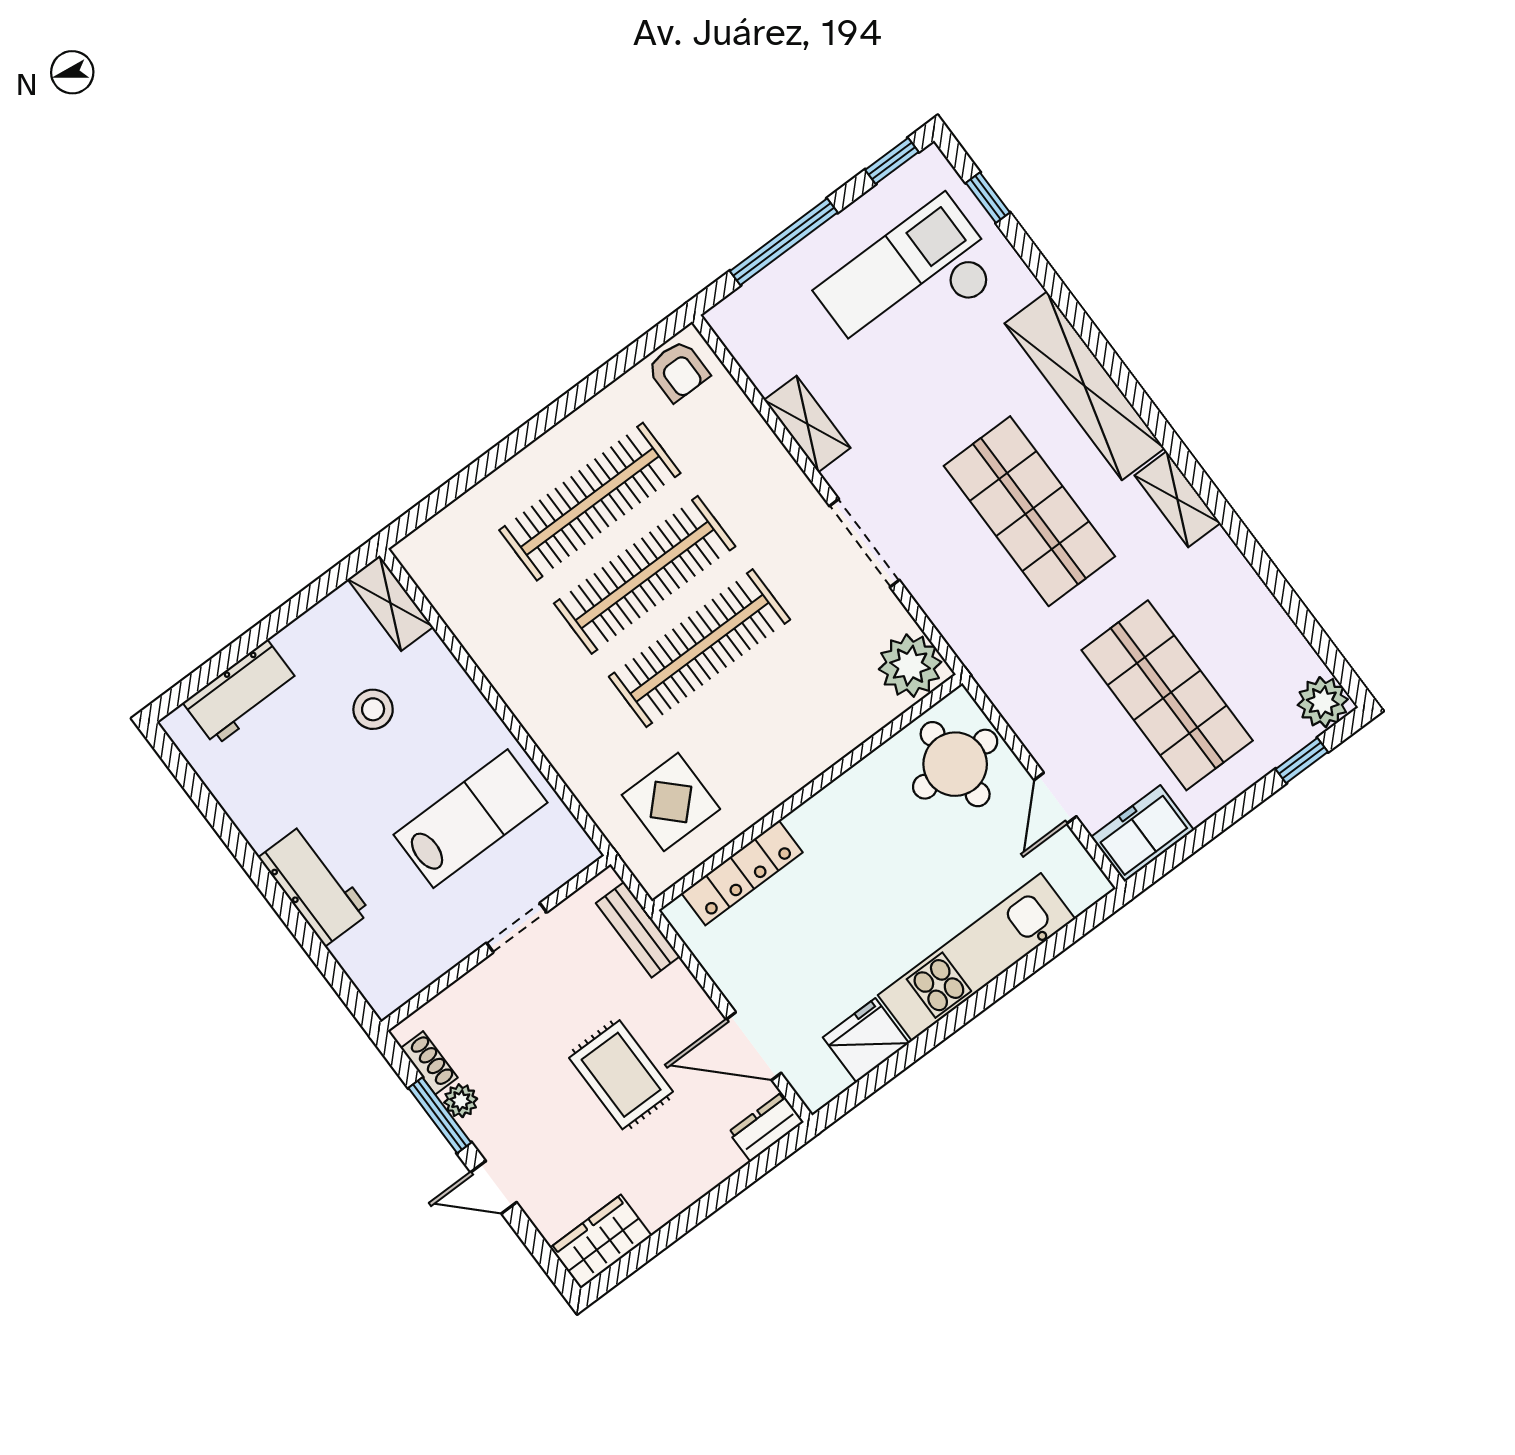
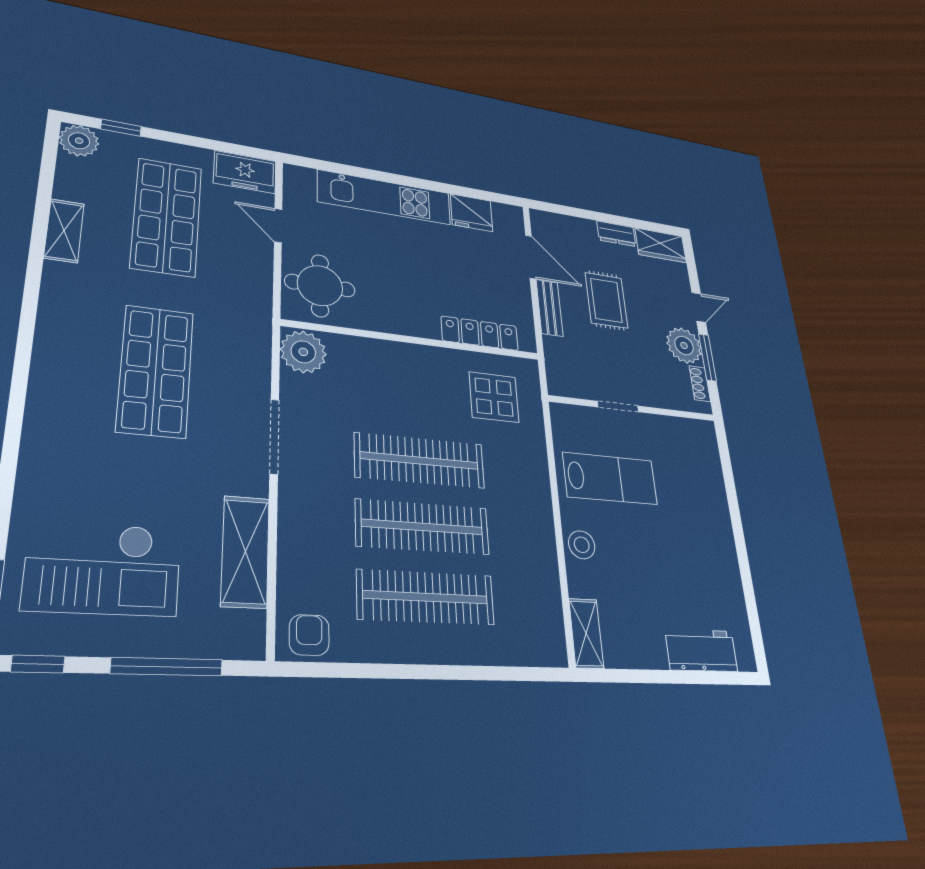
shelving: (1084, 386) -> (48, 410), removed
shelving: (807, 424) -> (245, 551), width x1.50, depth x1.33
shelving: (1177, 499) -> (64, 231), moved
stool: (373, 709) -> (582, 545), moved
door: (1055, 798) -> (278, 226), swing flipped
lab bench: (471, 819) -> (610, 478), turned 180
workbench: (314, 885) -> (713, 514), removed
bench: (638, 930) -> (550, 308), moved
plant: (461, 1101) -> (684, 345), width x1.88, depth x1.88
dresser: (766, 1127) -> (616, 234), moved
door: (494, 1187) -> (699, 307), hinge flipped

